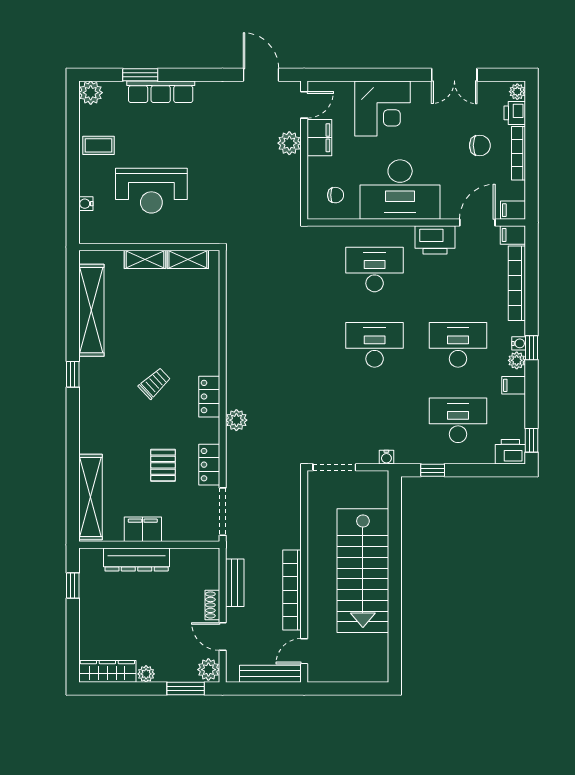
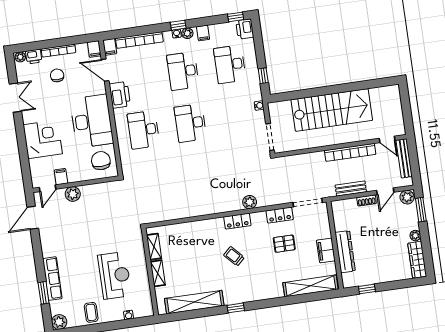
door: (304, 105) -> (48, 188), swing flipped
filing cabinet: (319, 138) -> (61, 177), width x0.50
chair: (336, 195) -> (101, 161), width x1.87, depth x1.87

